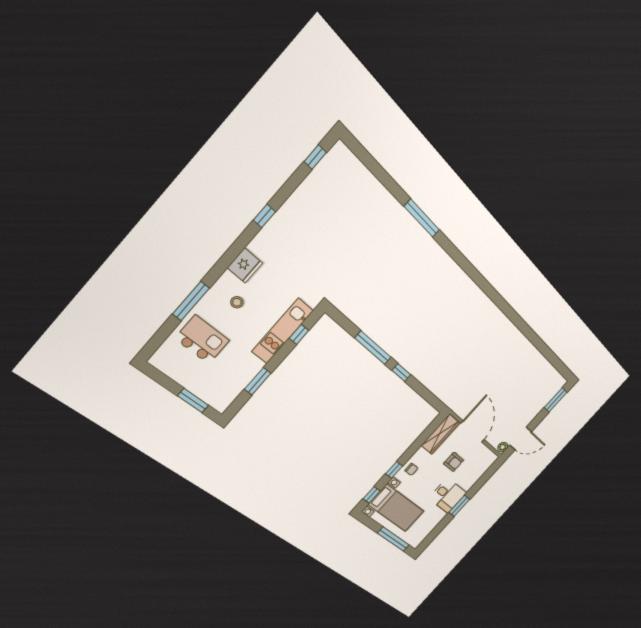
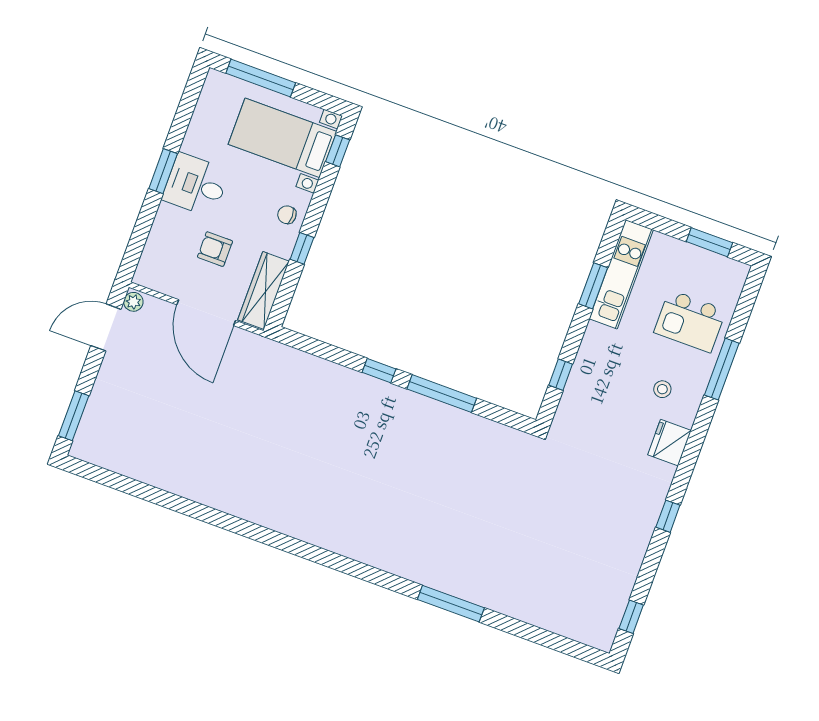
kitchen unit: (283, 331) -> (621, 274), moved
window: (193, 401) -> (709, 242), moved
window: (394, 470) -> (302, 248), moved

